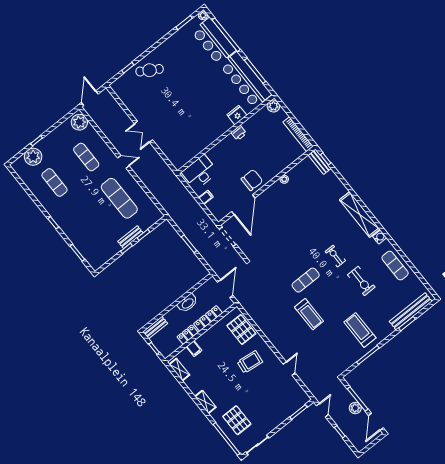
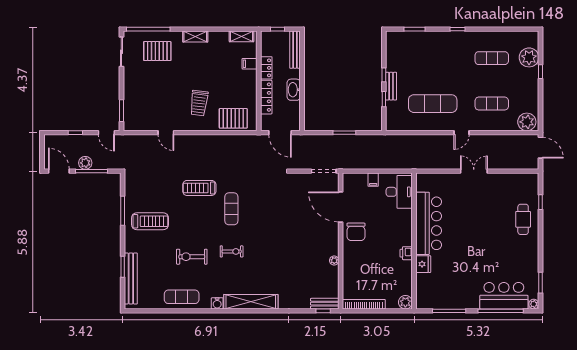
cafe table: (150, 70) -> (523, 219), turned -31
bar counter: (246, 80) -> (429, 223), moved, turned 90
bench: (155, 328) -> (295, 50), width x1.36

